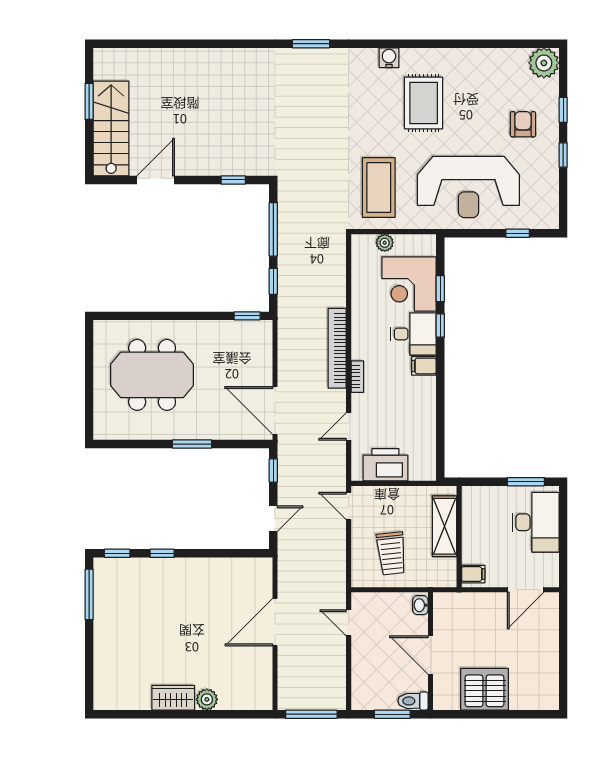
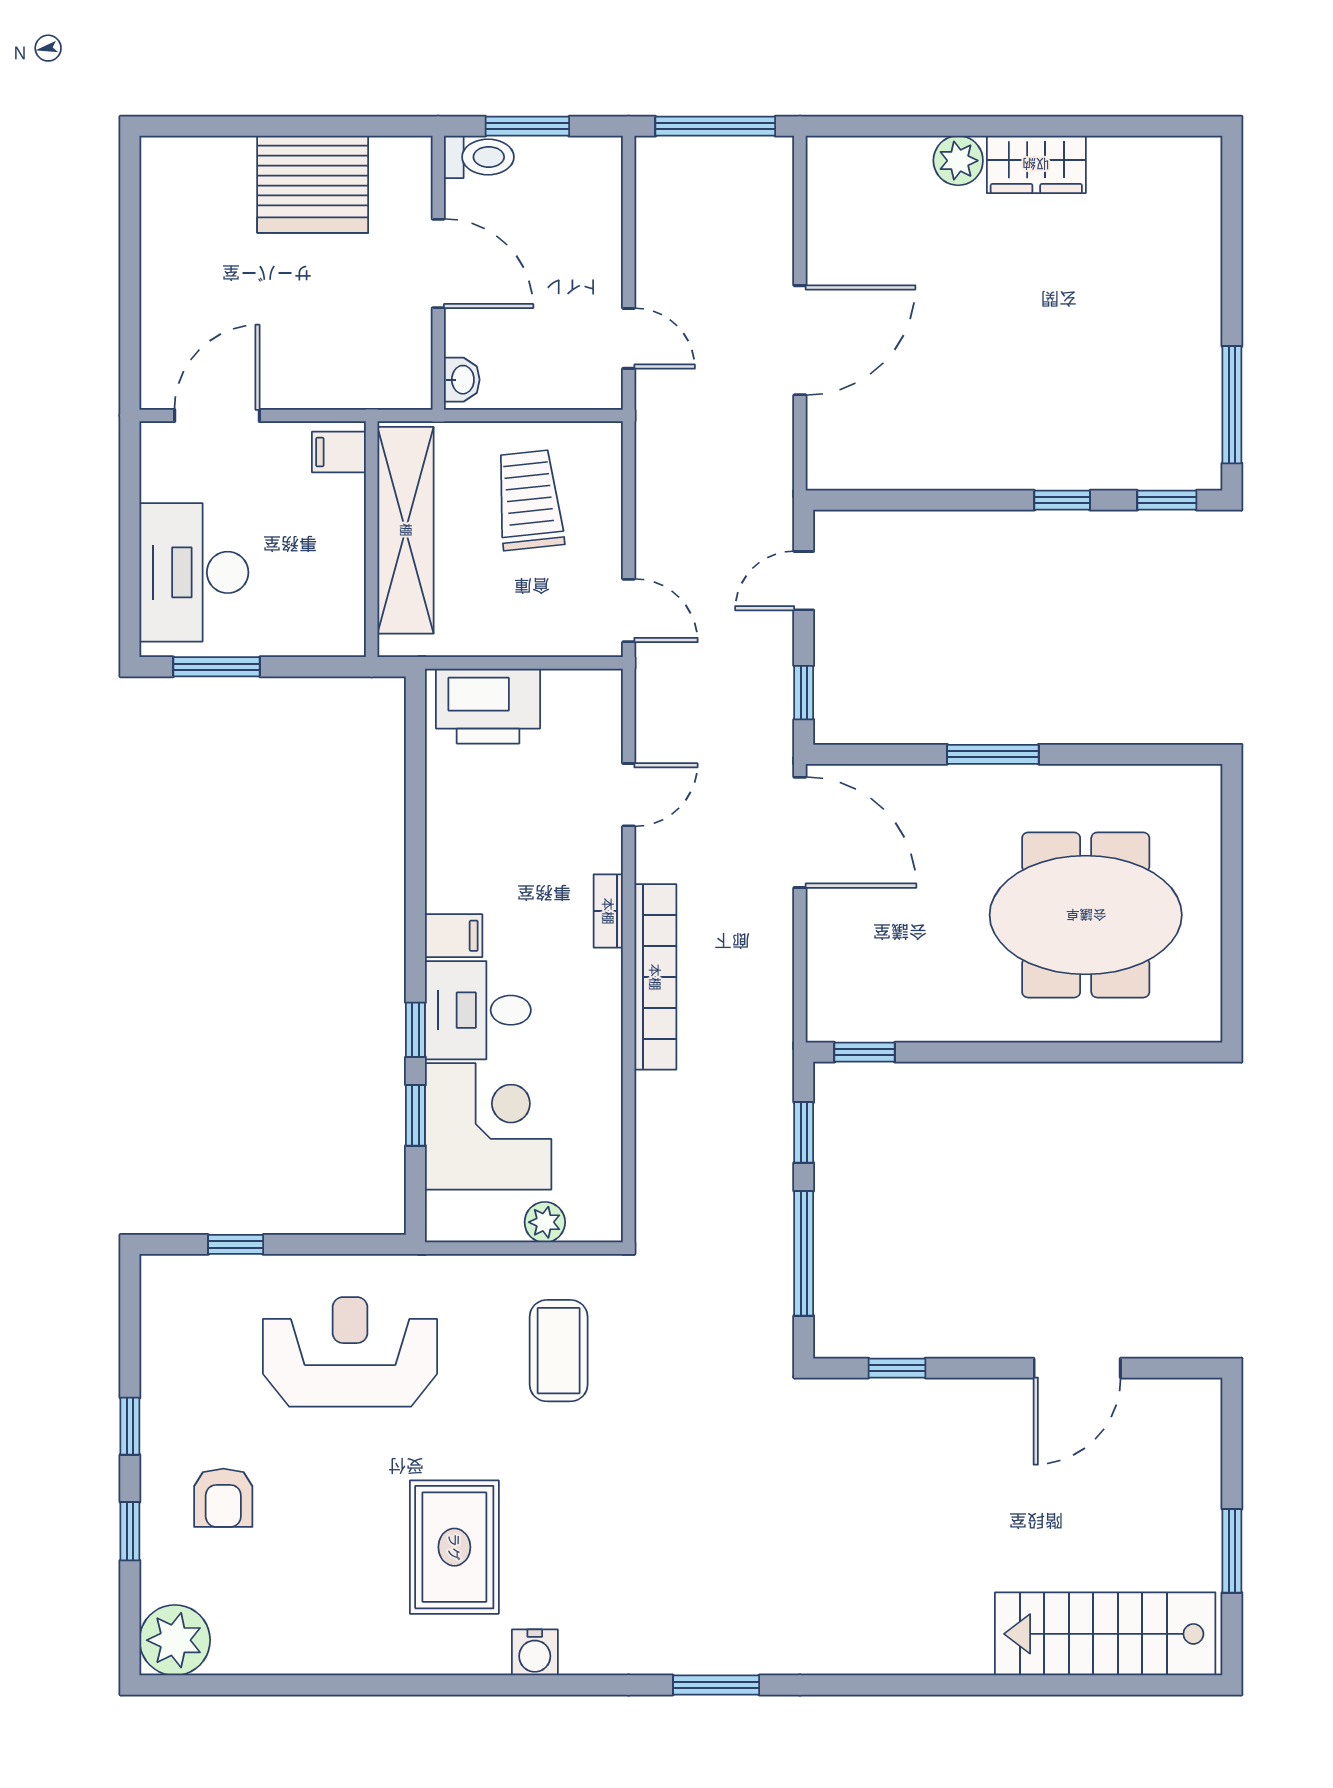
stairs: (111, 128) -> (1105, 1634), moved, turned 90
coffee table: (379, 187) -> (559, 1351), width x0.73, depth x0.76
reception desk: (468, 187) -> (350, 1352), width x0.74, depth x0.77
printer: (385, 465) -> (488, 706), moved
shelving: (445, 526) -> (406, 530), width x1.47

